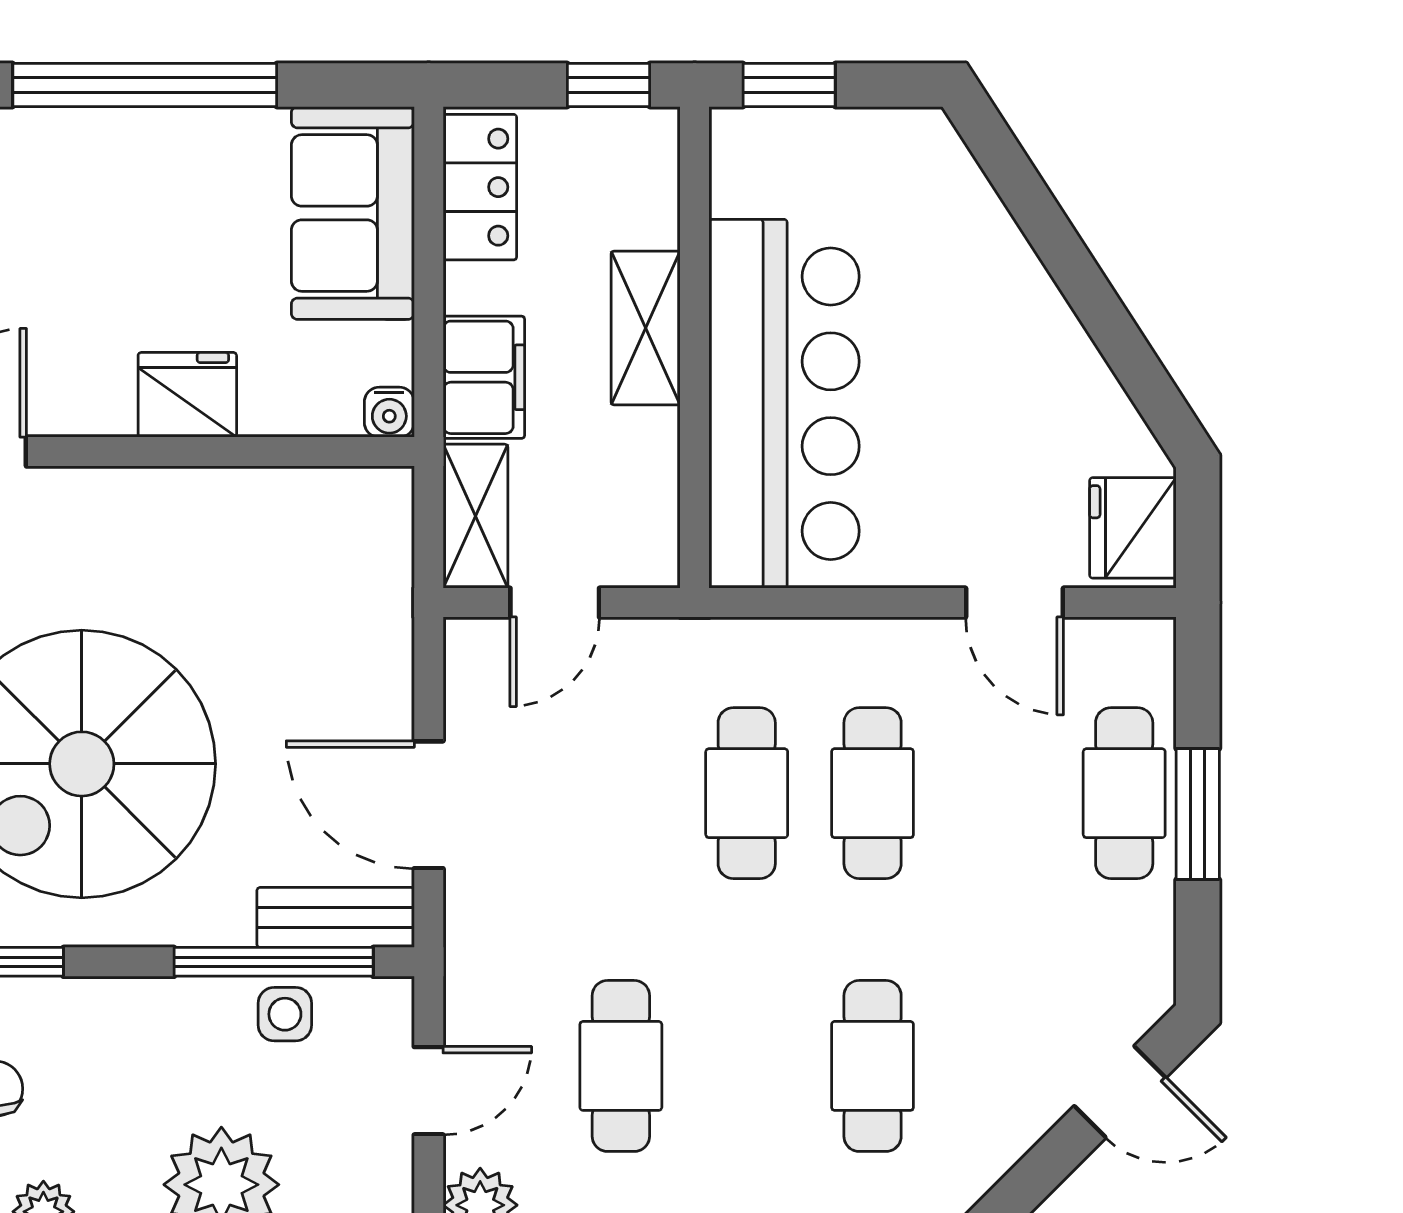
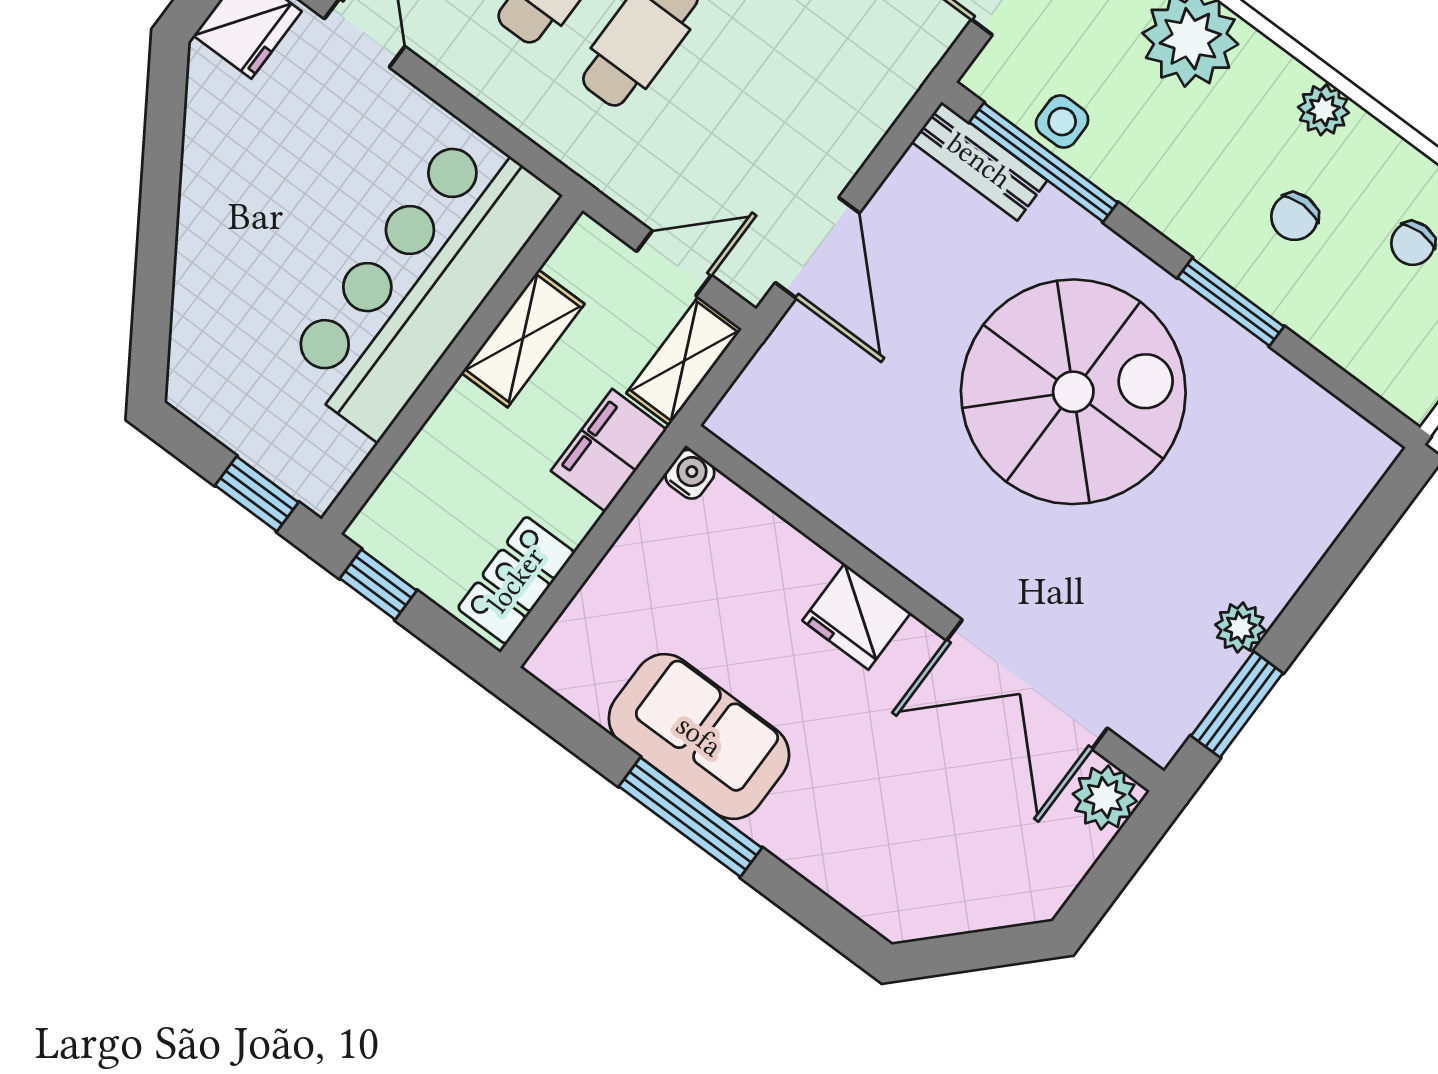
window: (145, 85) -> (690, 817), width x0.68
sofa: (353, 213) -> (699, 736), moved, turned -90
shelving: (646, 328) -> (523, 338), moved
fridge: (187, 395) -> (857, 617), moved
door: (429, 805) -> (817, 248), moved

